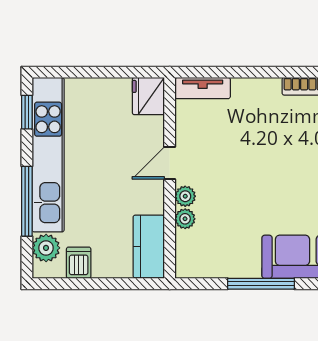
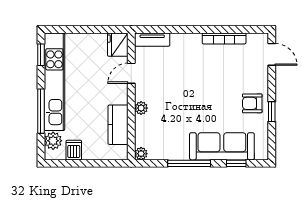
door: (170, 163) -> (131, 73), moved
plant: (185, 219) -> (141, 154), moved
kitchen counter: (149, 246) -> (118, 125), moved

